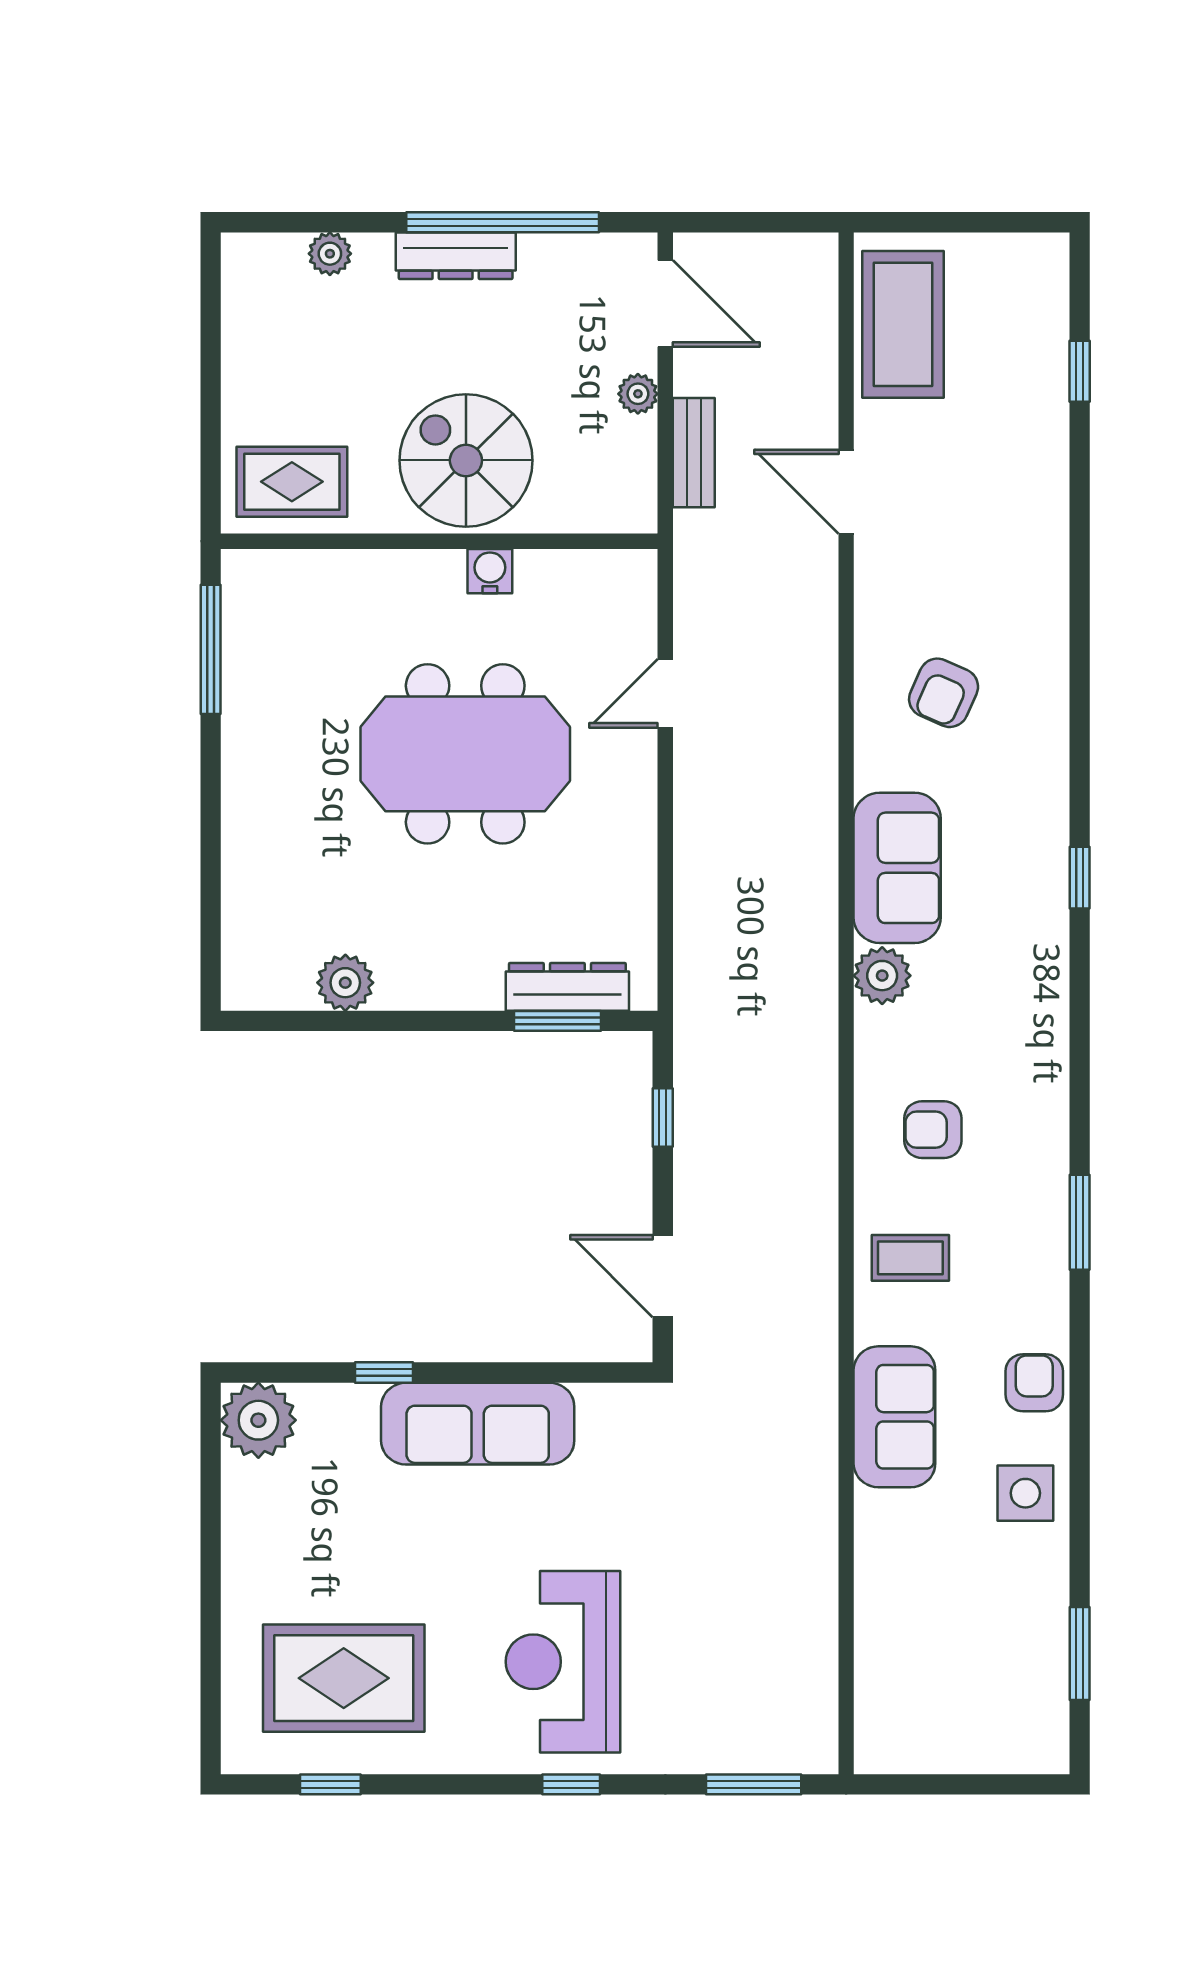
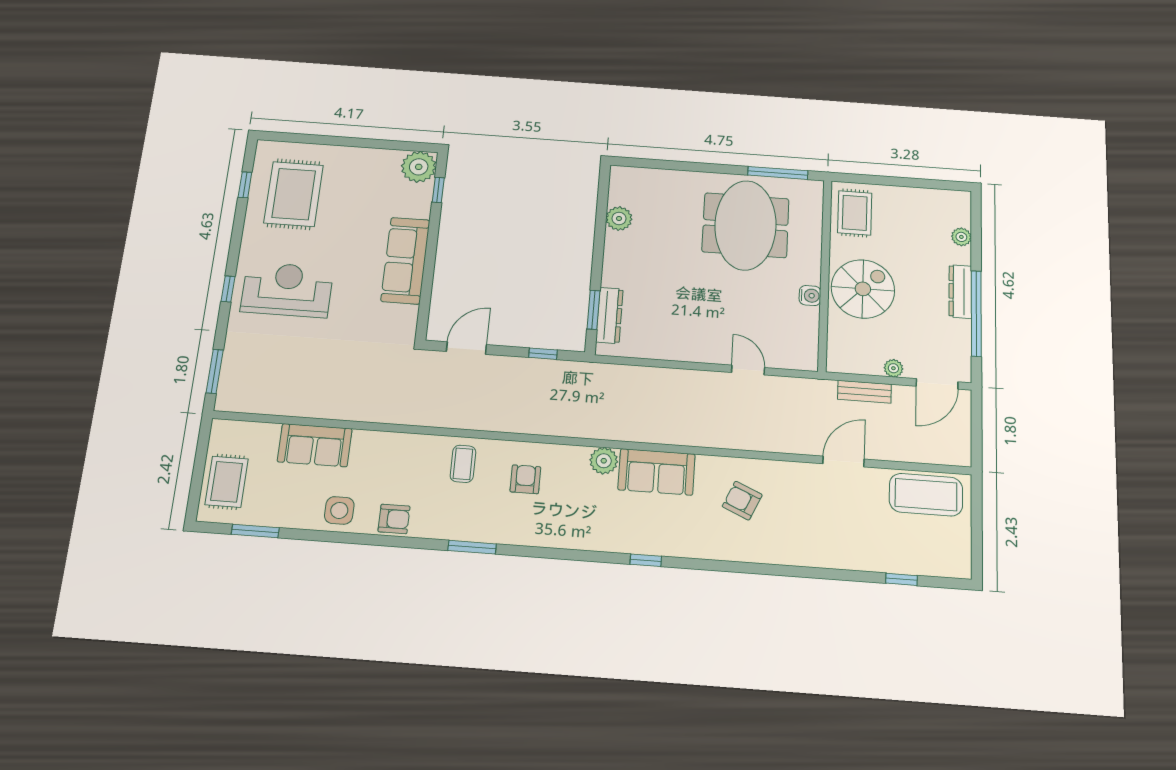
meeting table: (465, 754) -> (745, 225), moved
window: (384, 1373) -> (438, 190), moved
sofa: (894, 1417) -> (315, 445), moved
rug: (984, 1725) -> (227, 482), added

